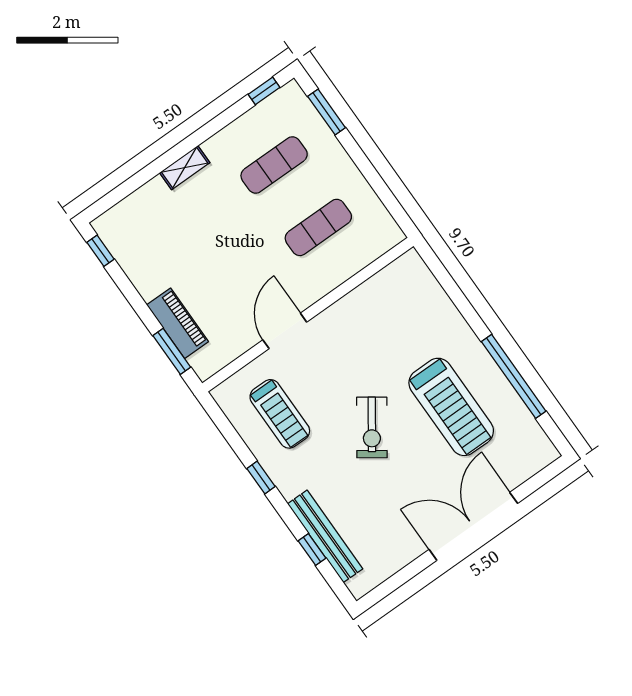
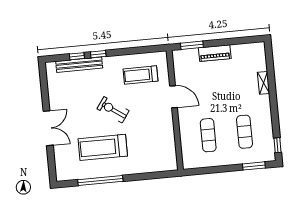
shelving: (185, 168) -> (264, 83), moved
window: (100, 251) -> (250, 40), removed
piano: (178, 323) -> (215, 53), moved
window: (261, 477) -> (98, 54), moved
double door: (473, 526) -> (48, 128), width x0.73

